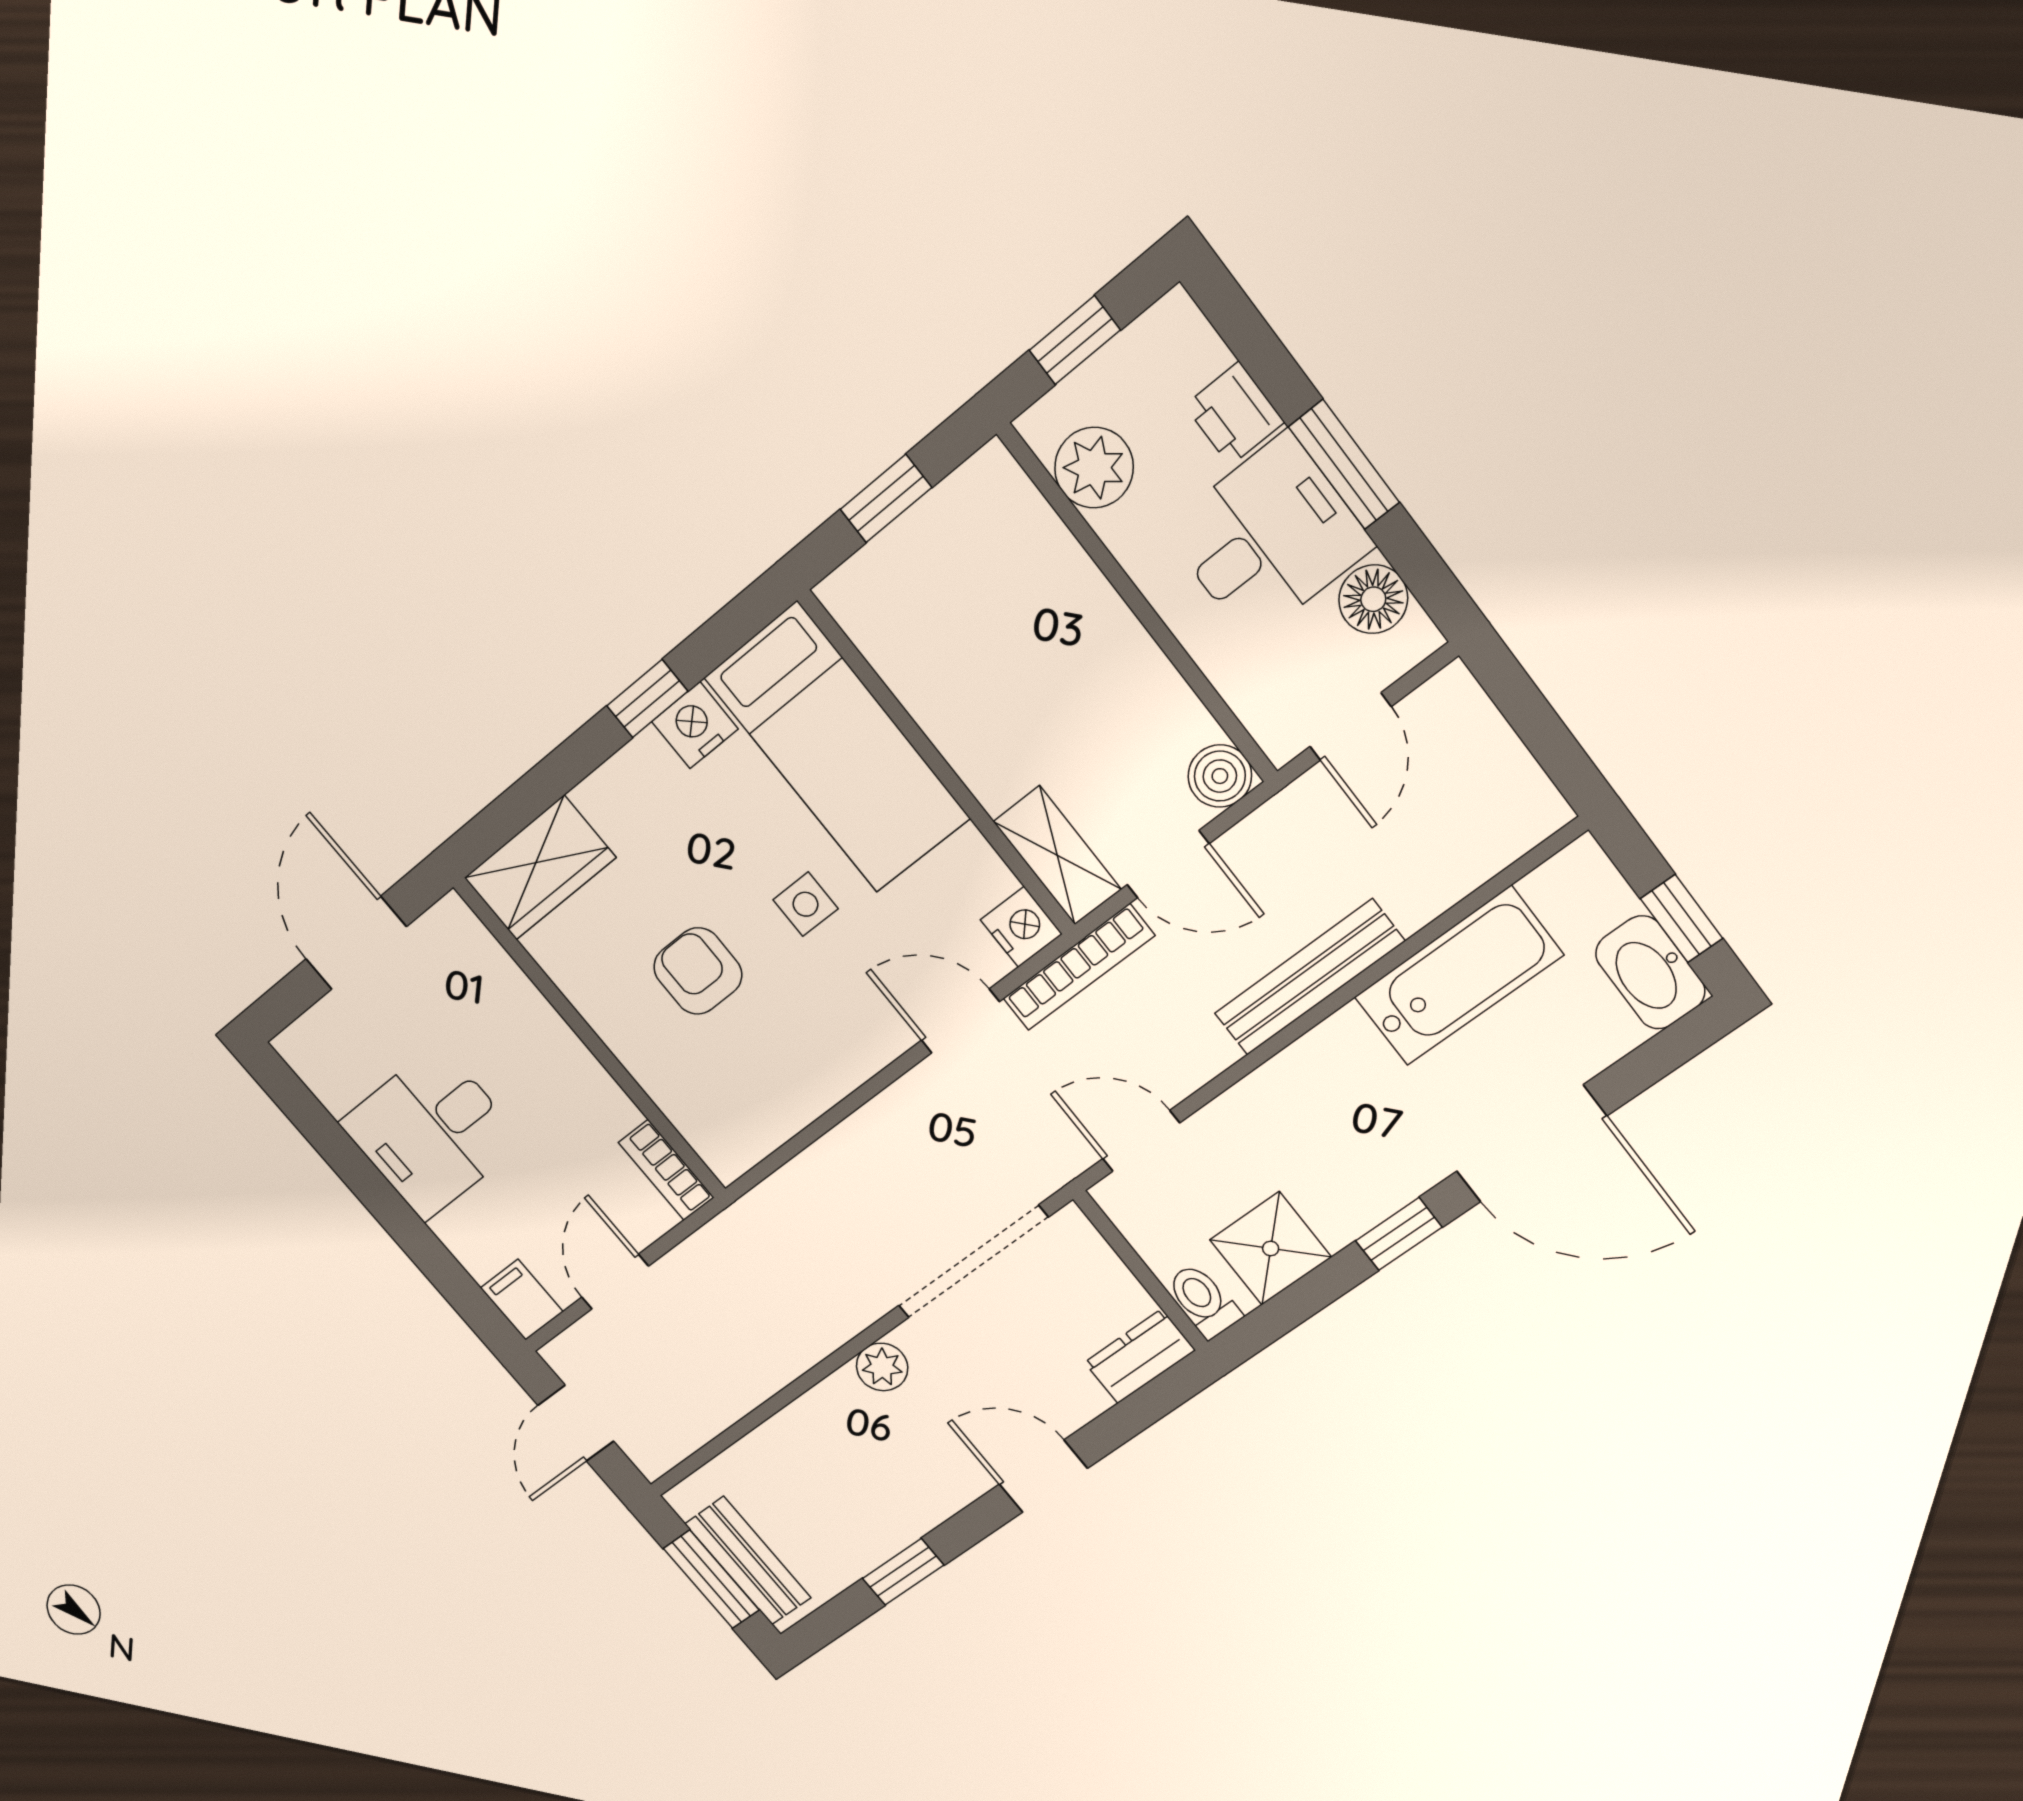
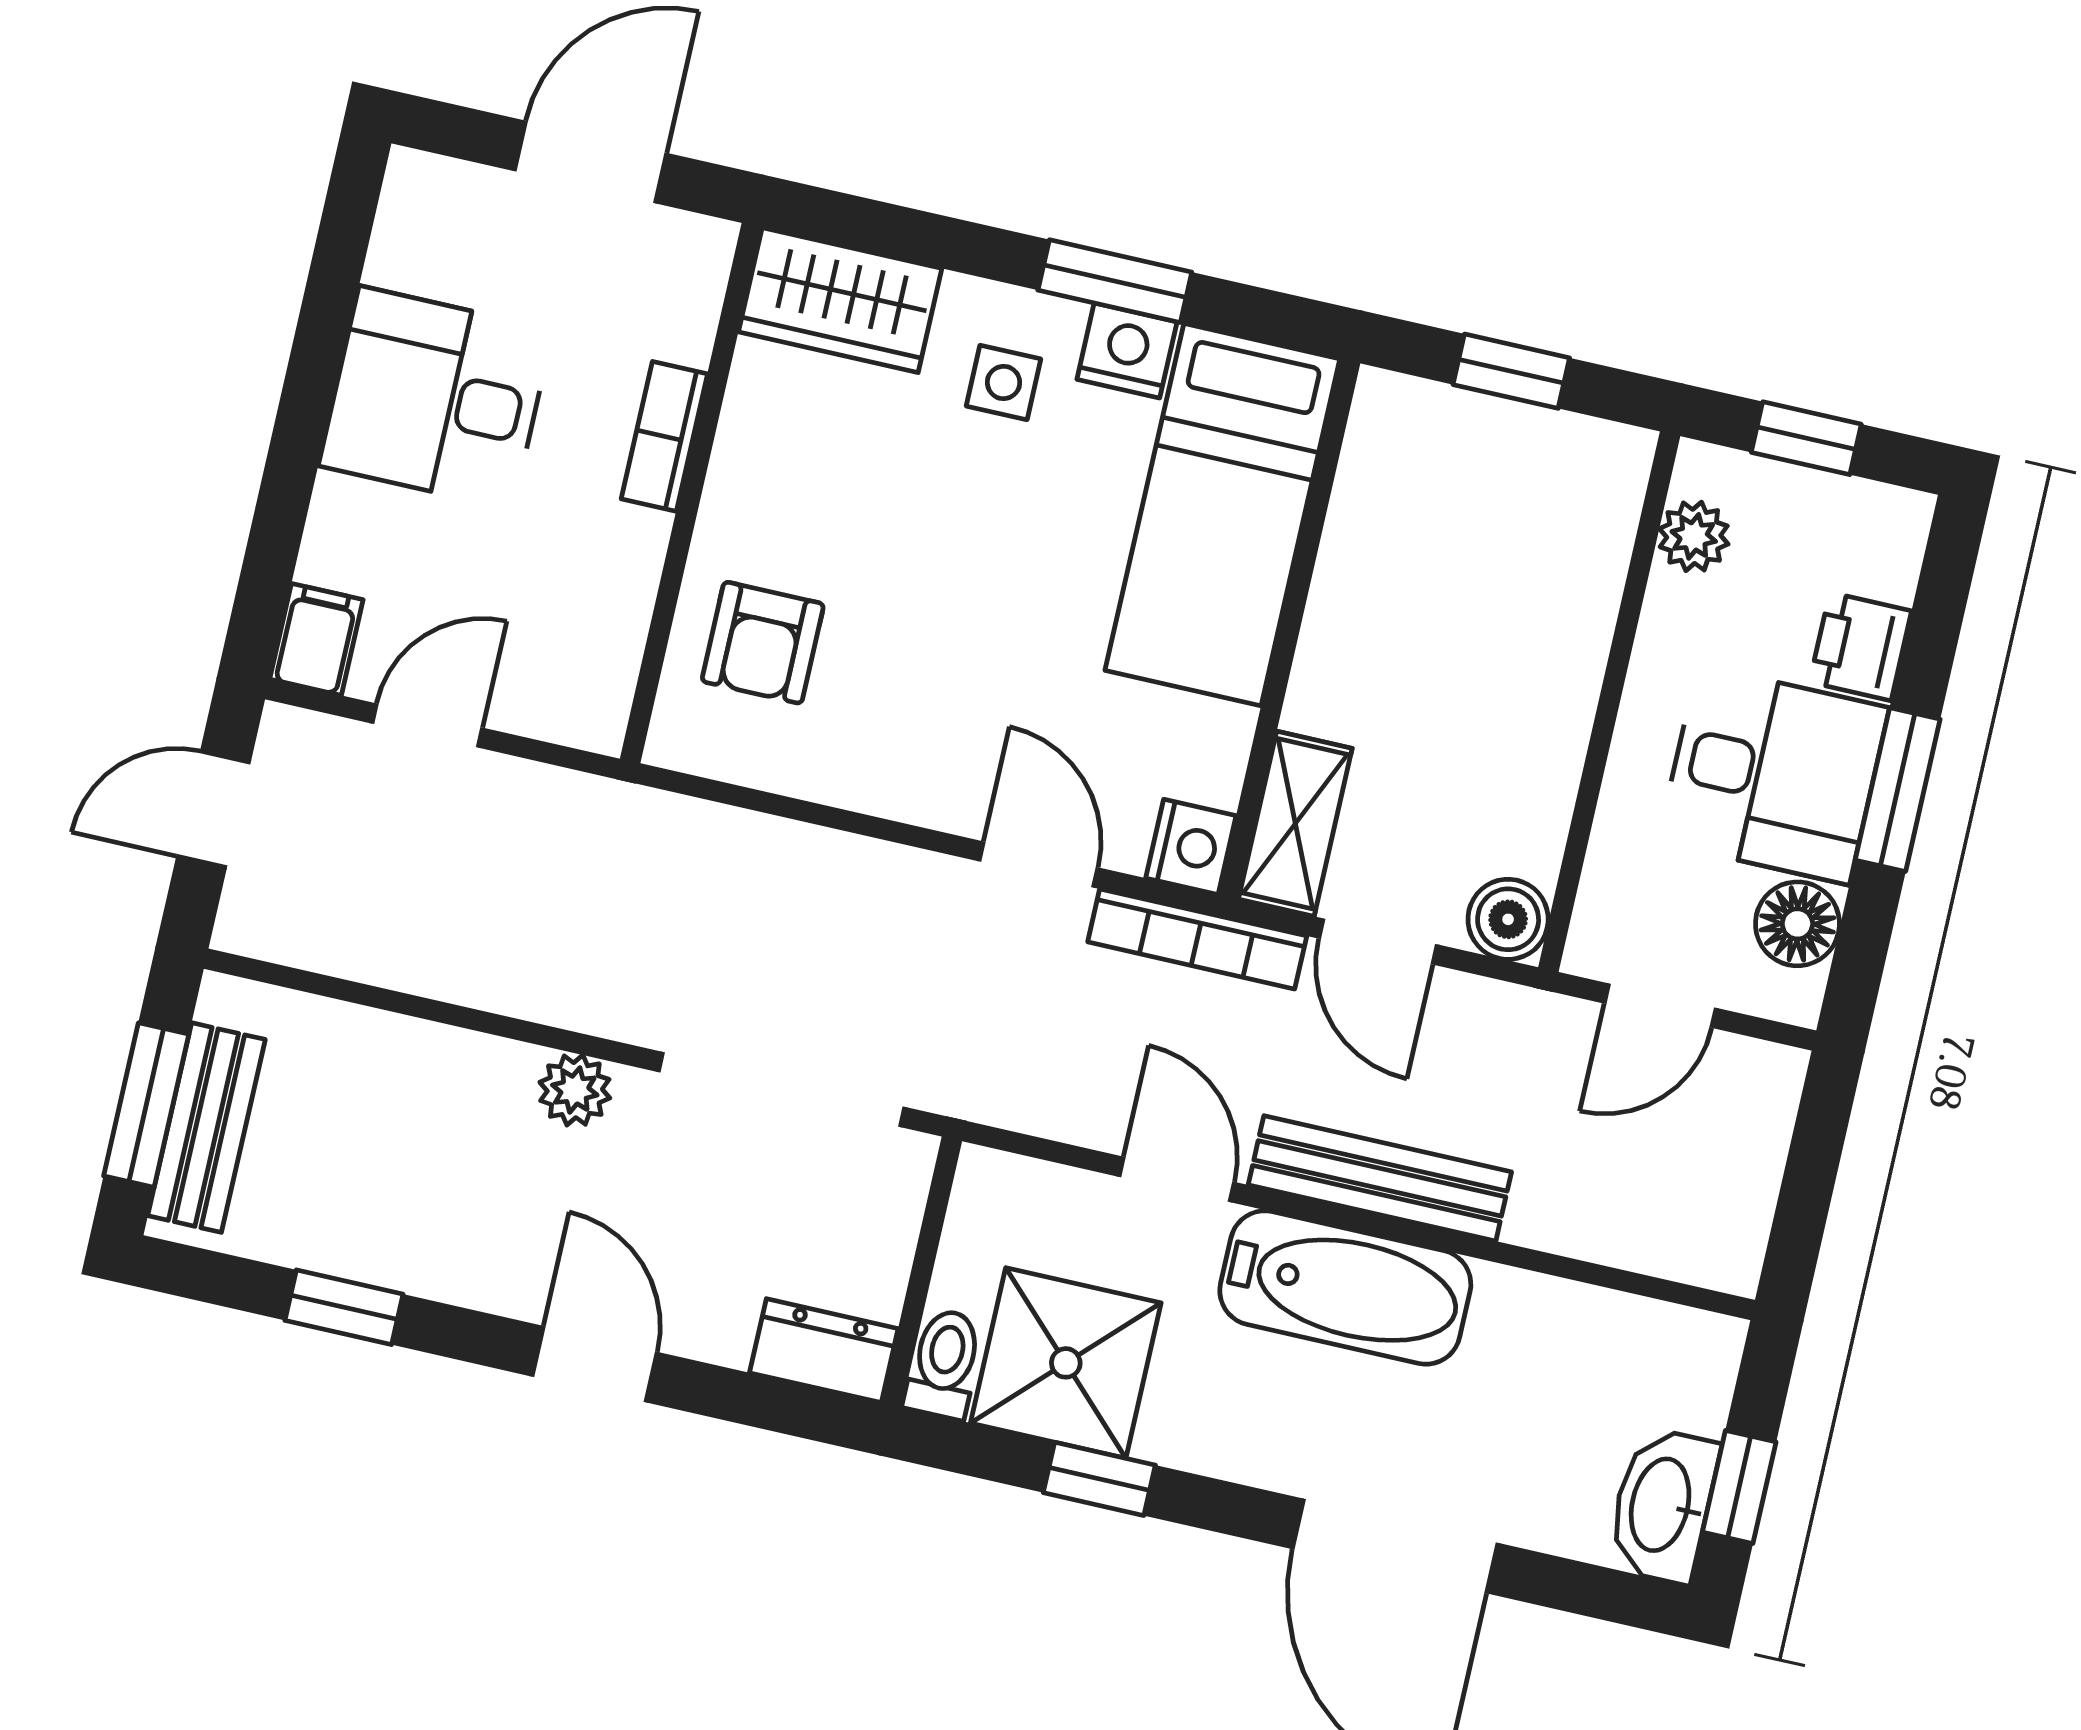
plant: (1094, 468) -> (1694, 536), width x0.73, depth x0.73
window: (647, 699) -> (1115, 281), width x1.50
side table: (805, 904) -> (1004, 382), moved
armchair: (698, 971) -> (763, 643), moved, turned 180
bathtub: (1459, 976) -> (1345, 1287), moved
door: (1141, 1141) -> (1177, 1179), moved
bookcase: (666, 1170) -> (664, 436), moved
window: (1399, 1234) -> (1099, 1479), moved
shower: (1271, 1249) -> (1066, 1363), width x1.36, depth x1.36

